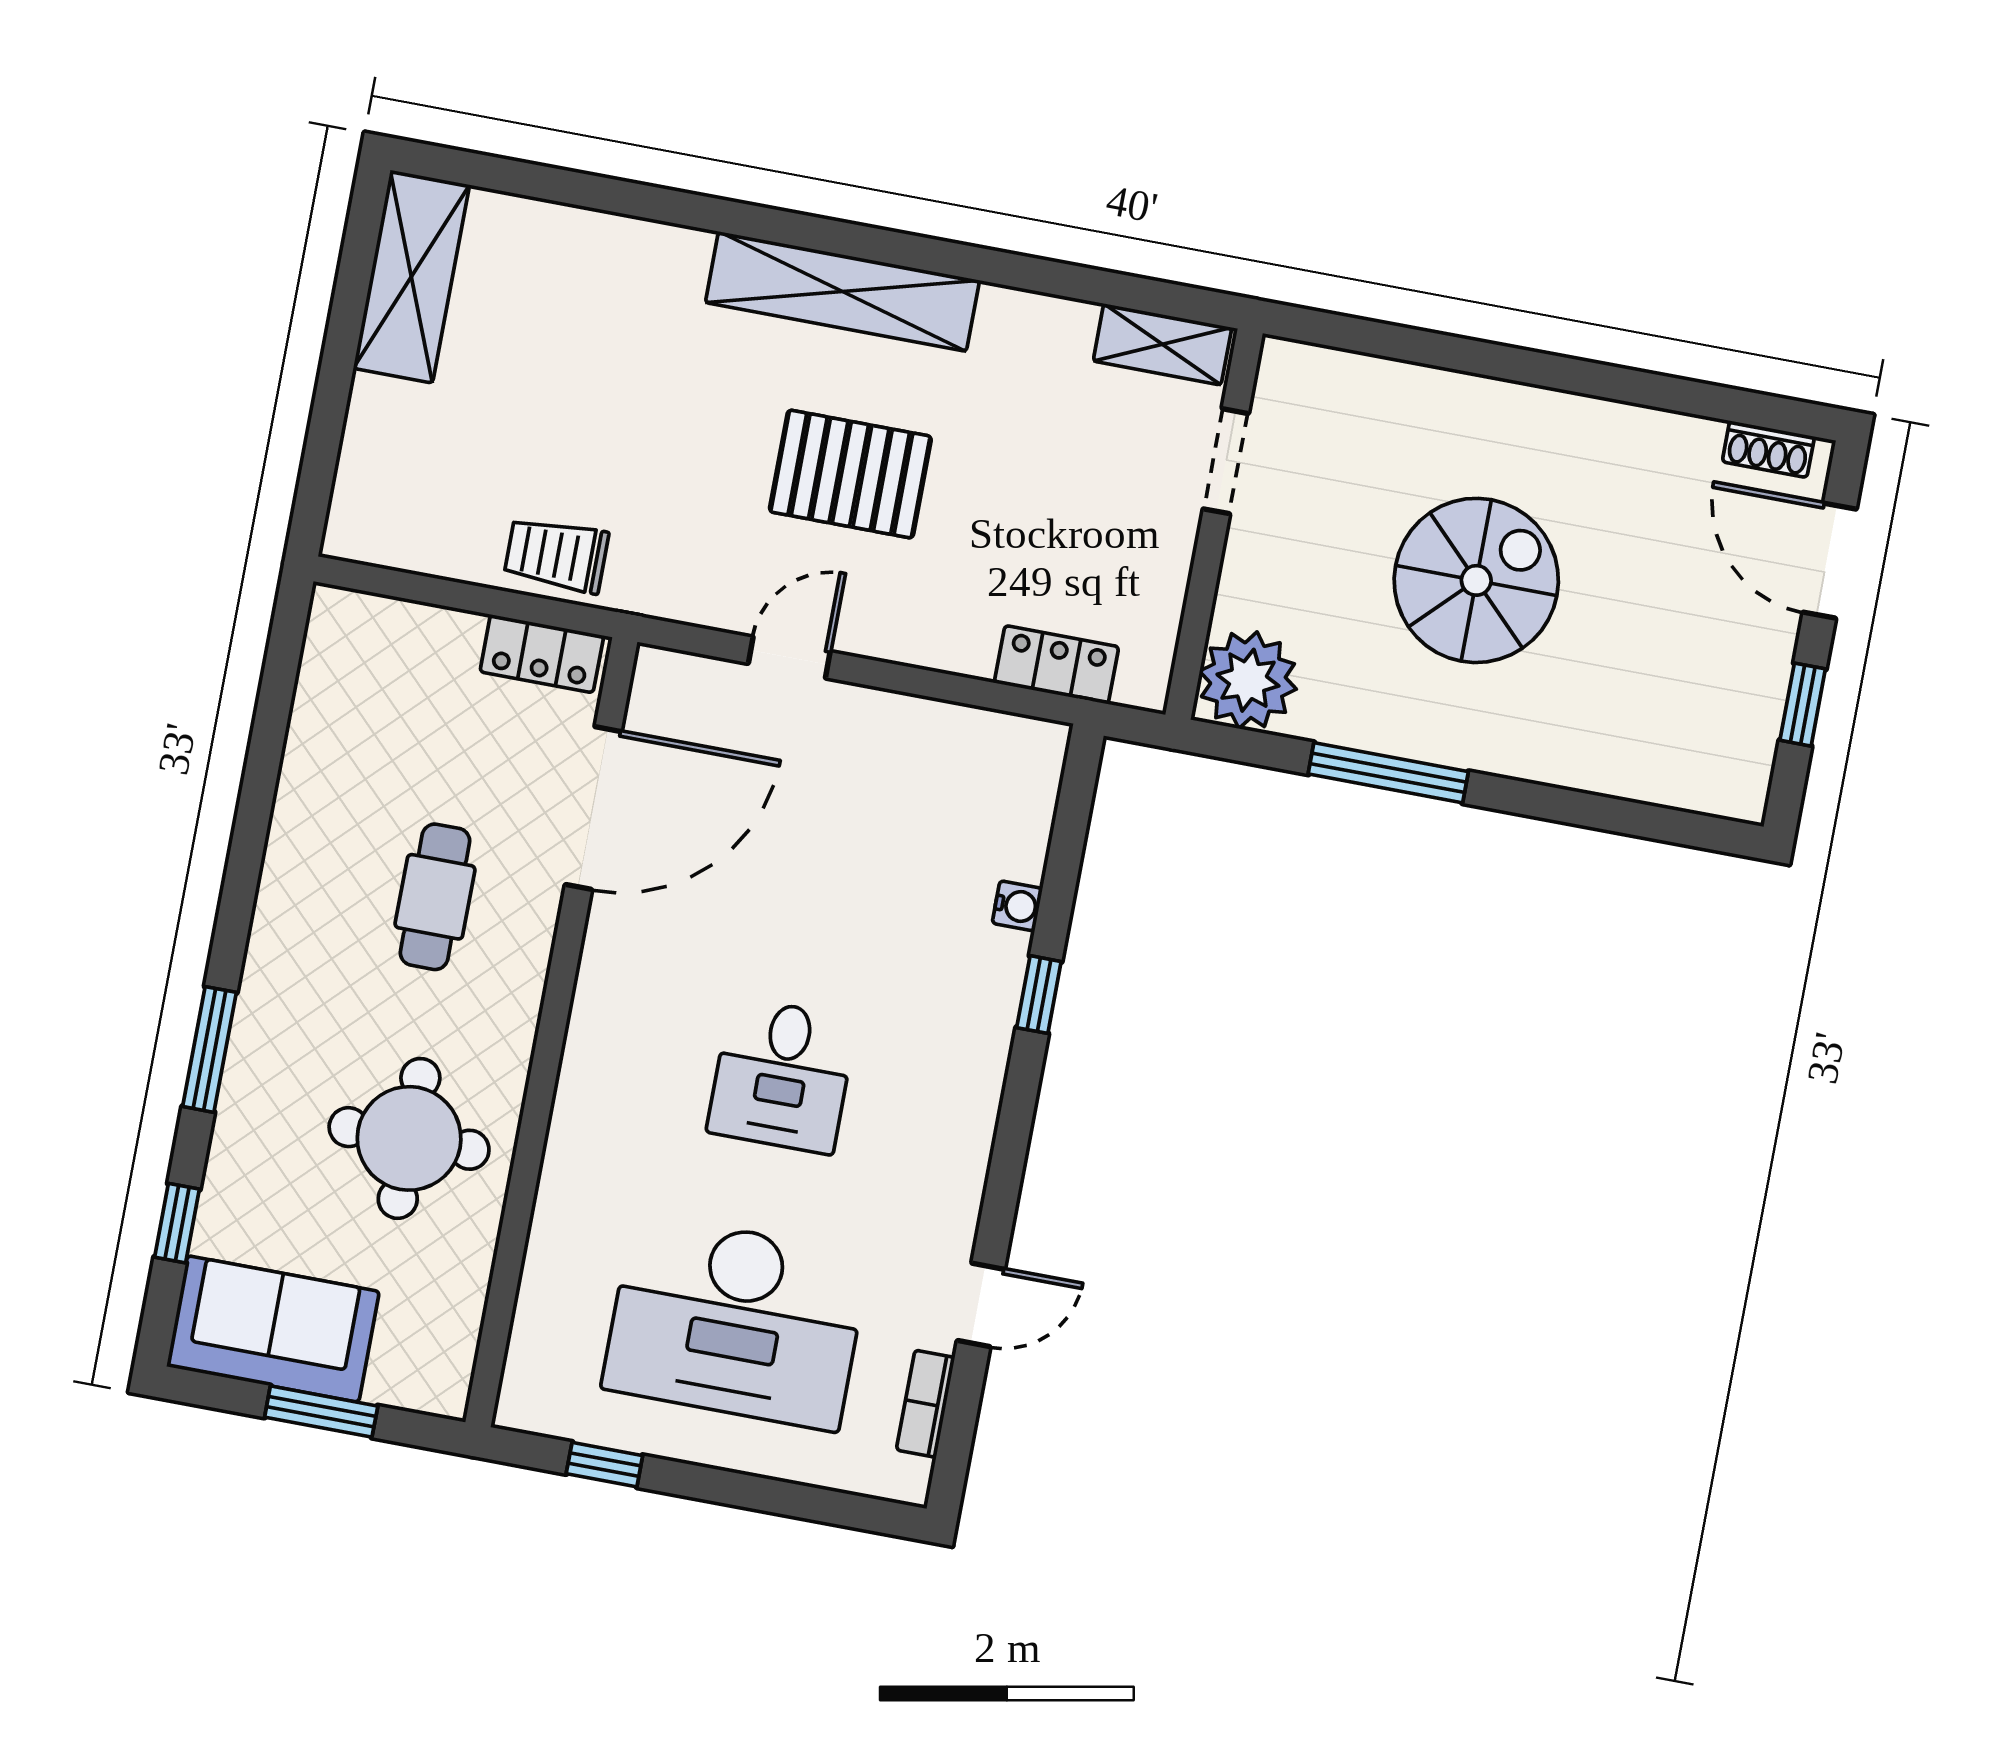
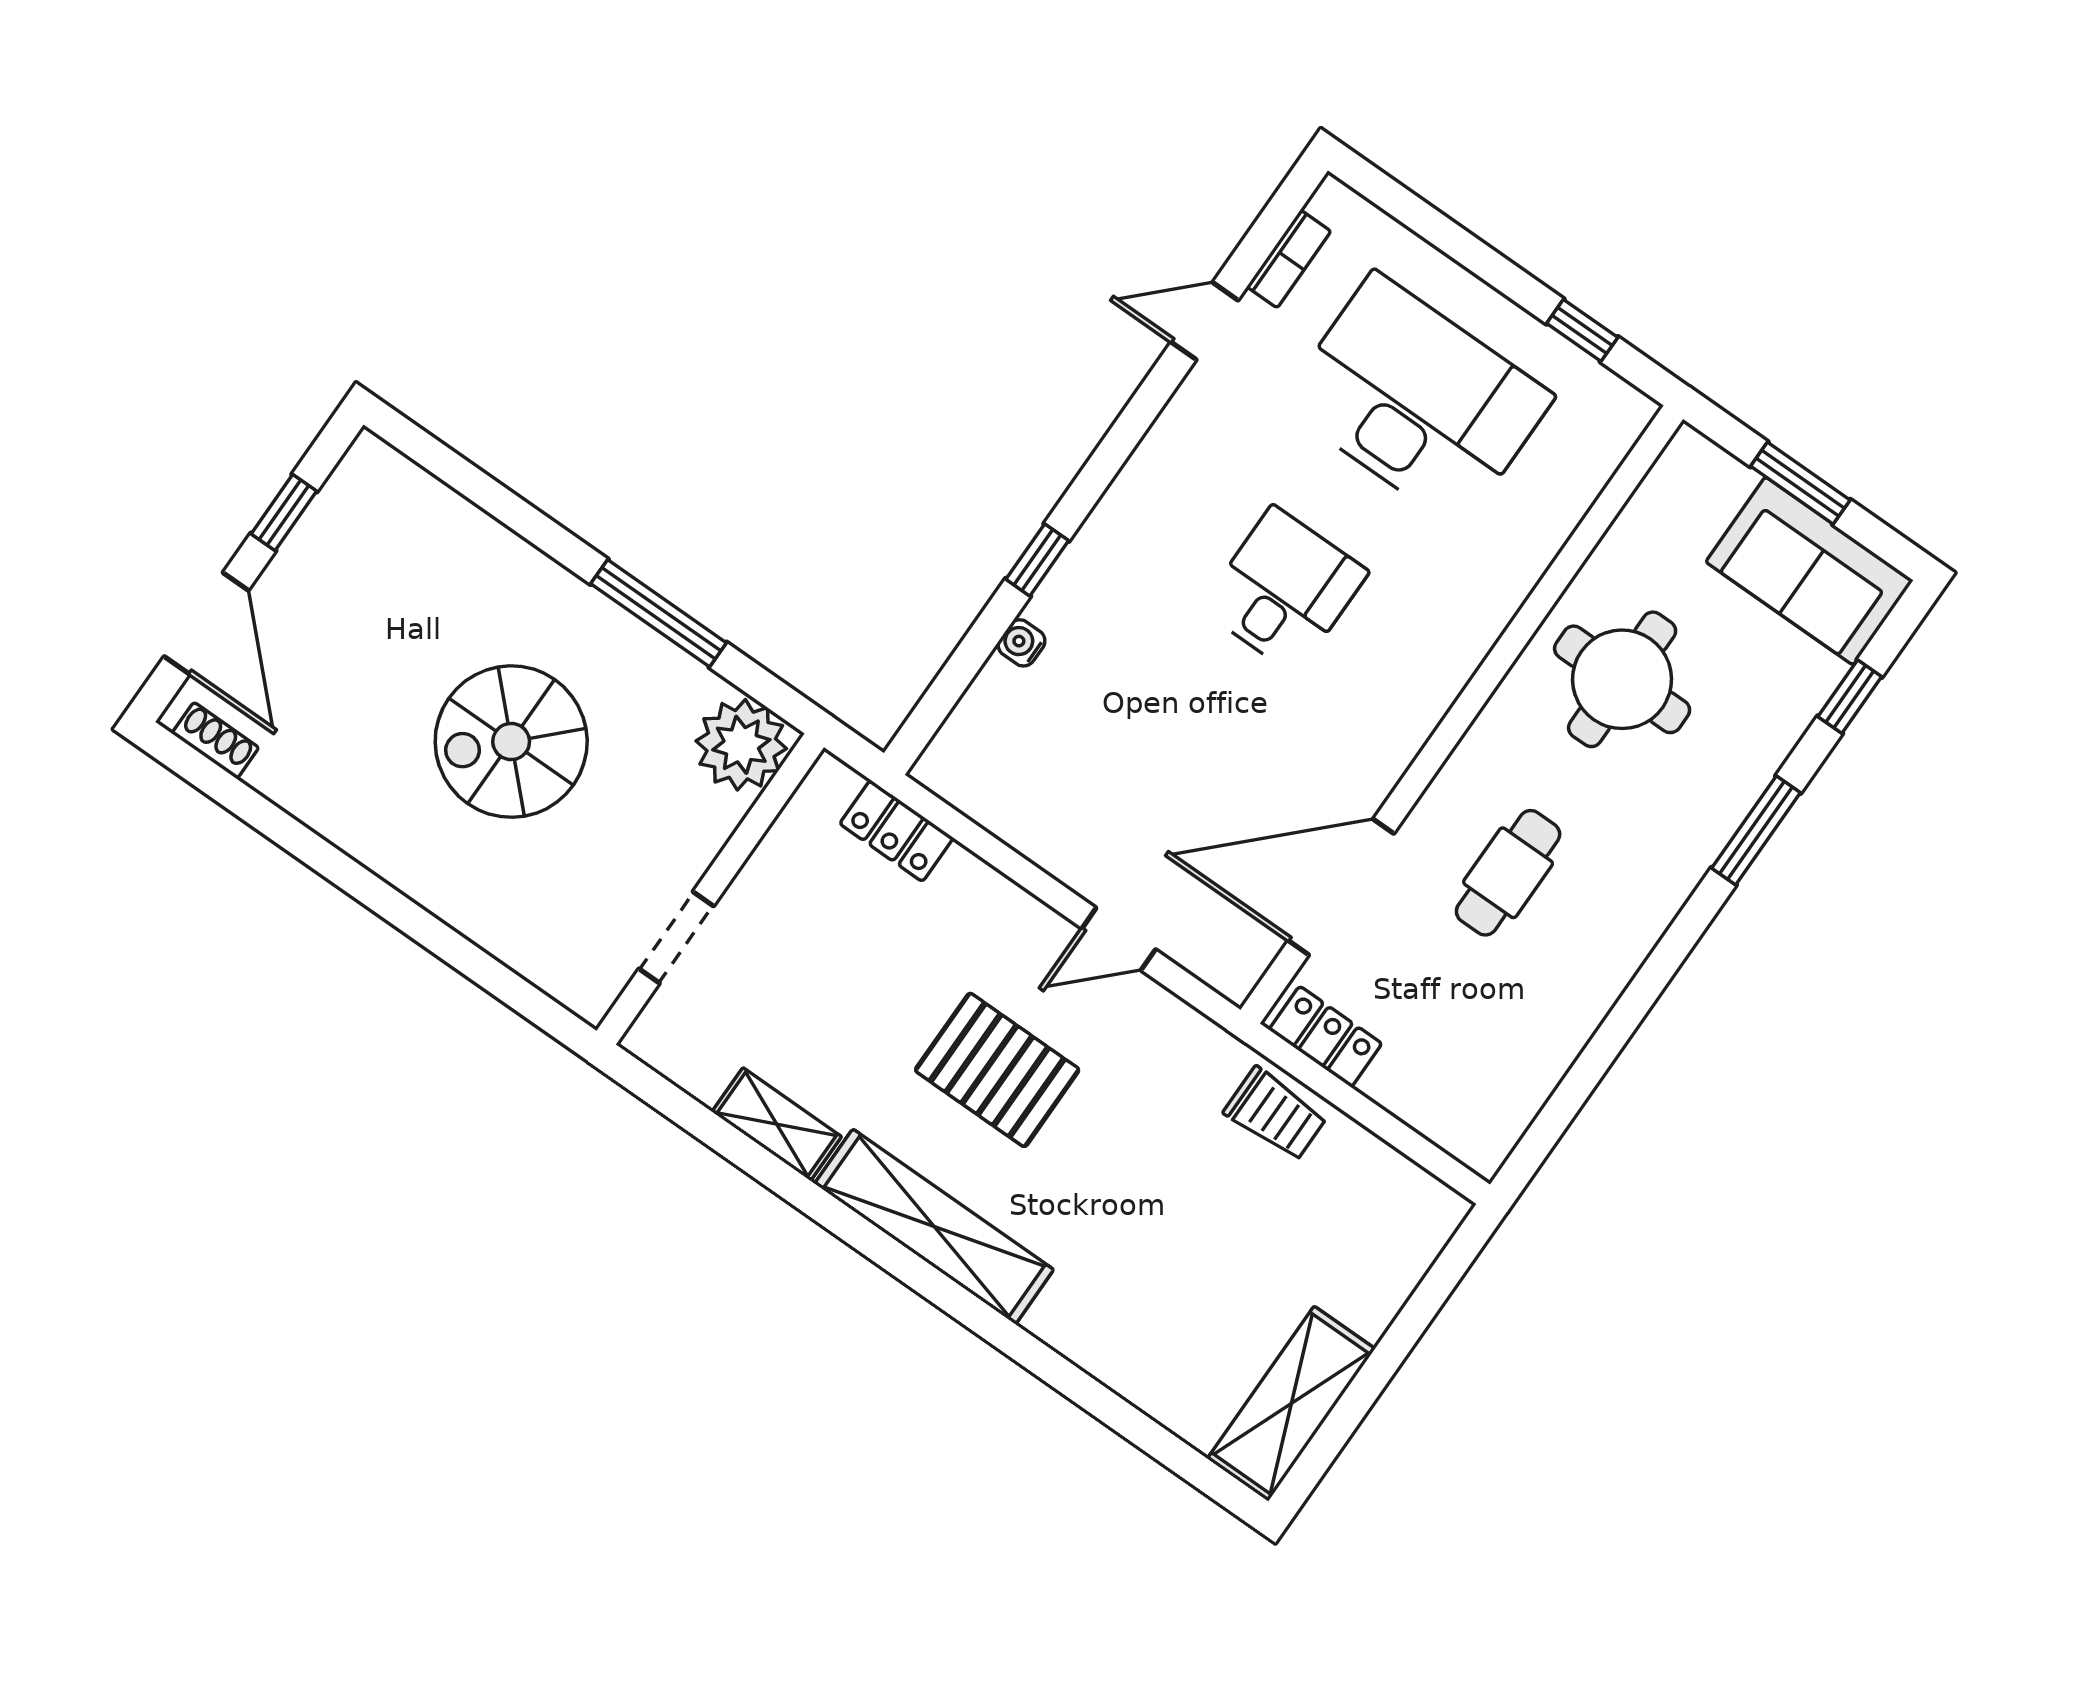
shelving: (1162, 344) -> (777, 1124), moved

